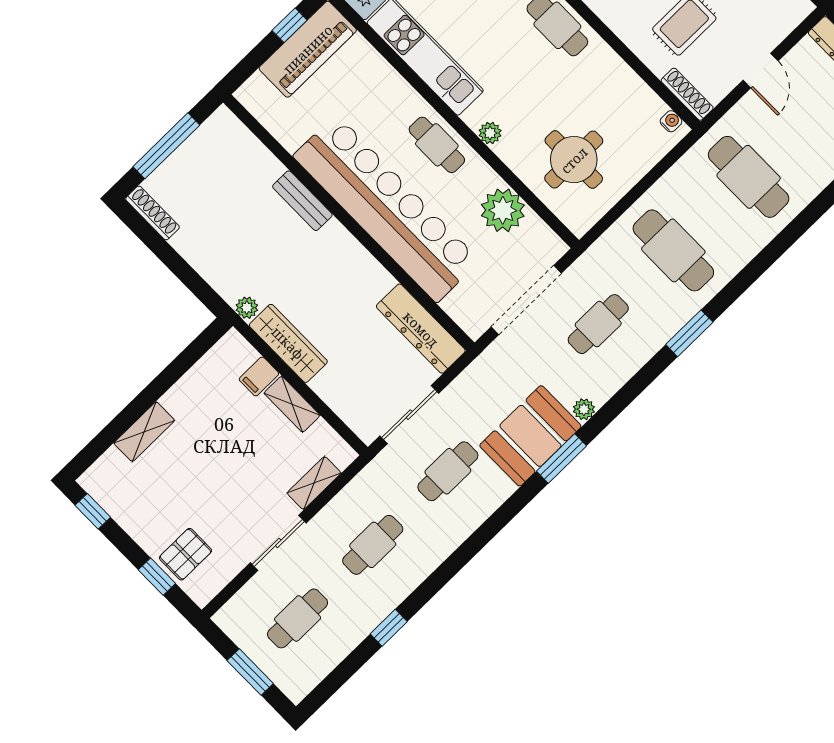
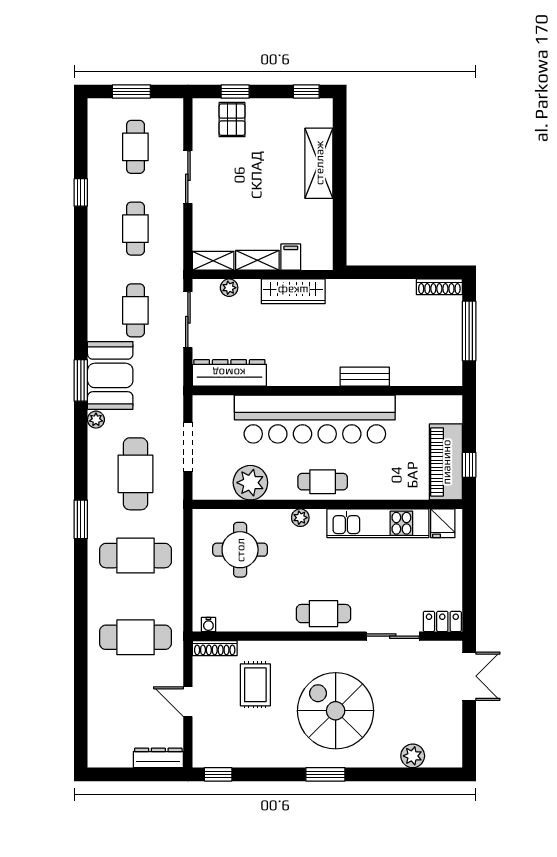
doorway: (526, 300) -> (188, 447), width x0.73
plant: (247, 308) -> (229, 288), moved
cafe table: (598, 324) -> (135, 474), width x1.37, depth x1.35
shelving: (144, 432) -> (319, 163), width x1.50, depth x1.33
shelving: (314, 483) -> (213, 261), moved, turned 90

